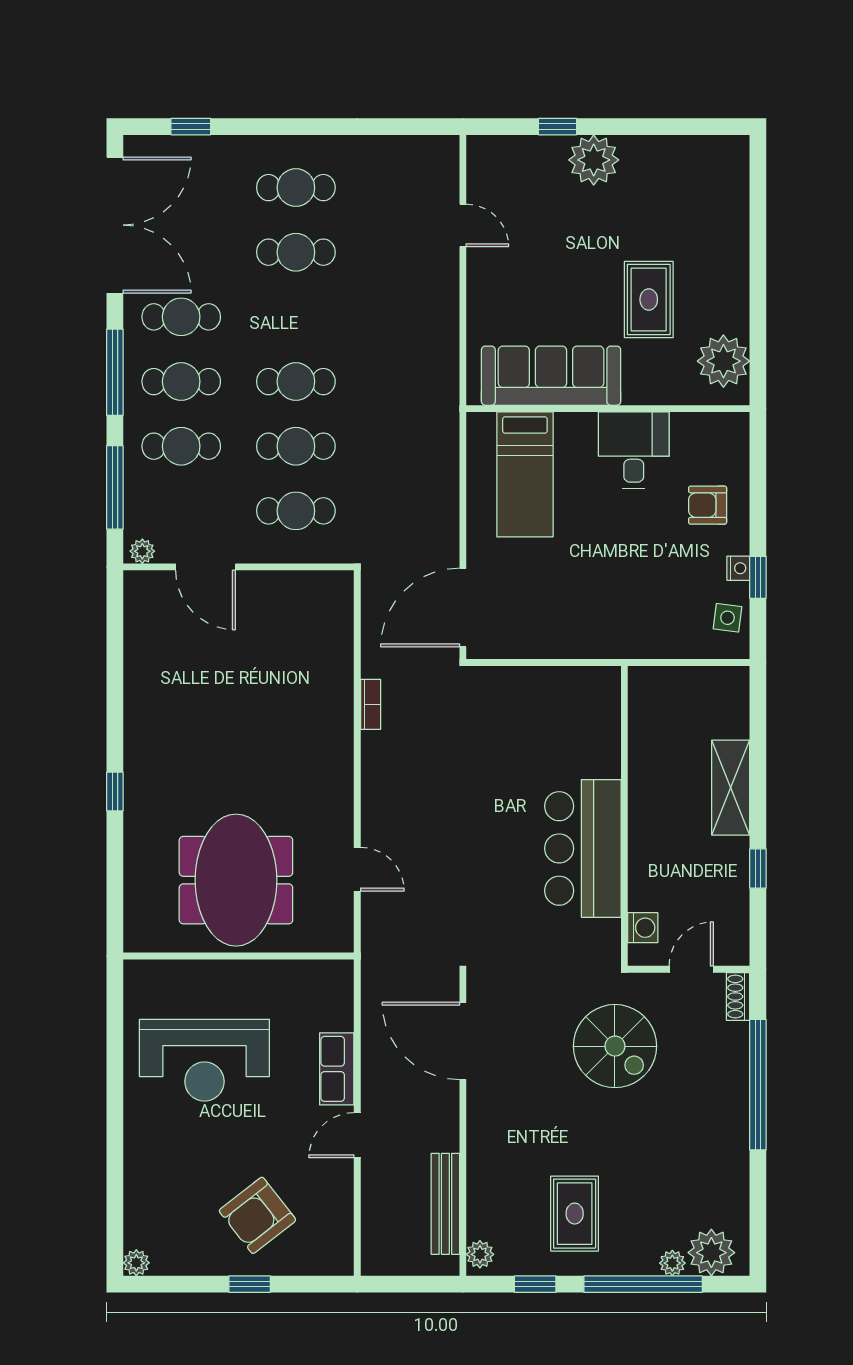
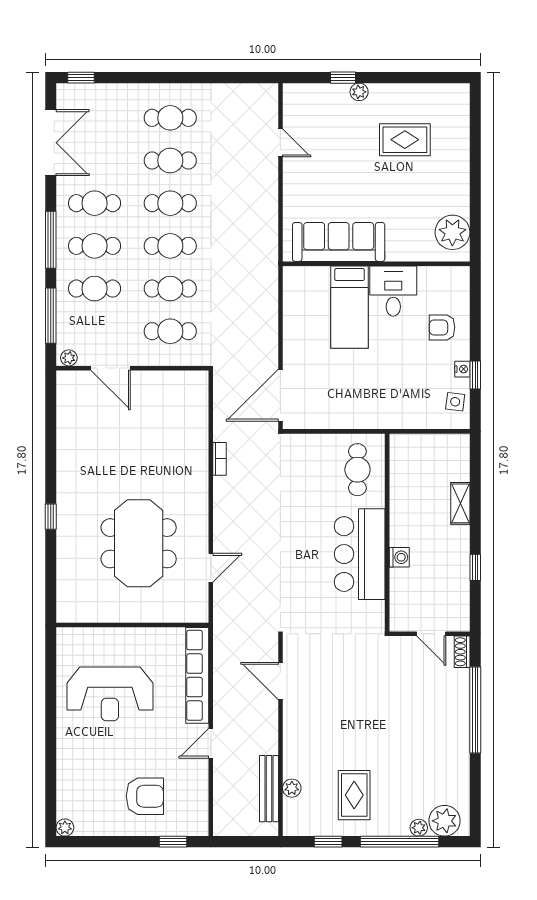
window: (191, 127) -> (81, 78), moved
plant: (594, 160) -> (359, 92), width x0.53, depth x0.53
double door: (115, 225) -> (51, 143), width x0.73
rug: (649, 299) -> (405, 140), moved, turned 90
cafe table: (296, 317) -> (170, 203), added
bed: (525, 474) -> (350, 307), moved
cafe table: (579, 721) -> (357, 470), added
shelving: (731, 788) -> (460, 503), width x0.67, depth x0.75
door: (357, 869) -> (211, 568), hinge flipped
meeting table: (236, 880) -> (139, 543), moved
washing machine: (643, 928) -> (399, 557), moved
door: (691, 969) -> (431, 634), swing flipped
door: (463, 1041) -> (280, 681), width x0.73
spiral stairs: (615, 1046) -> (381, 684), removed
row of seats: (337, 1069) -> (197, 675), width x2.02
armchair: (257, 1215) -> (145, 796), turned -142
plant: (480, 1254) -> (292, 788), moved
window: (250, 1284) -> (173, 842), moved

